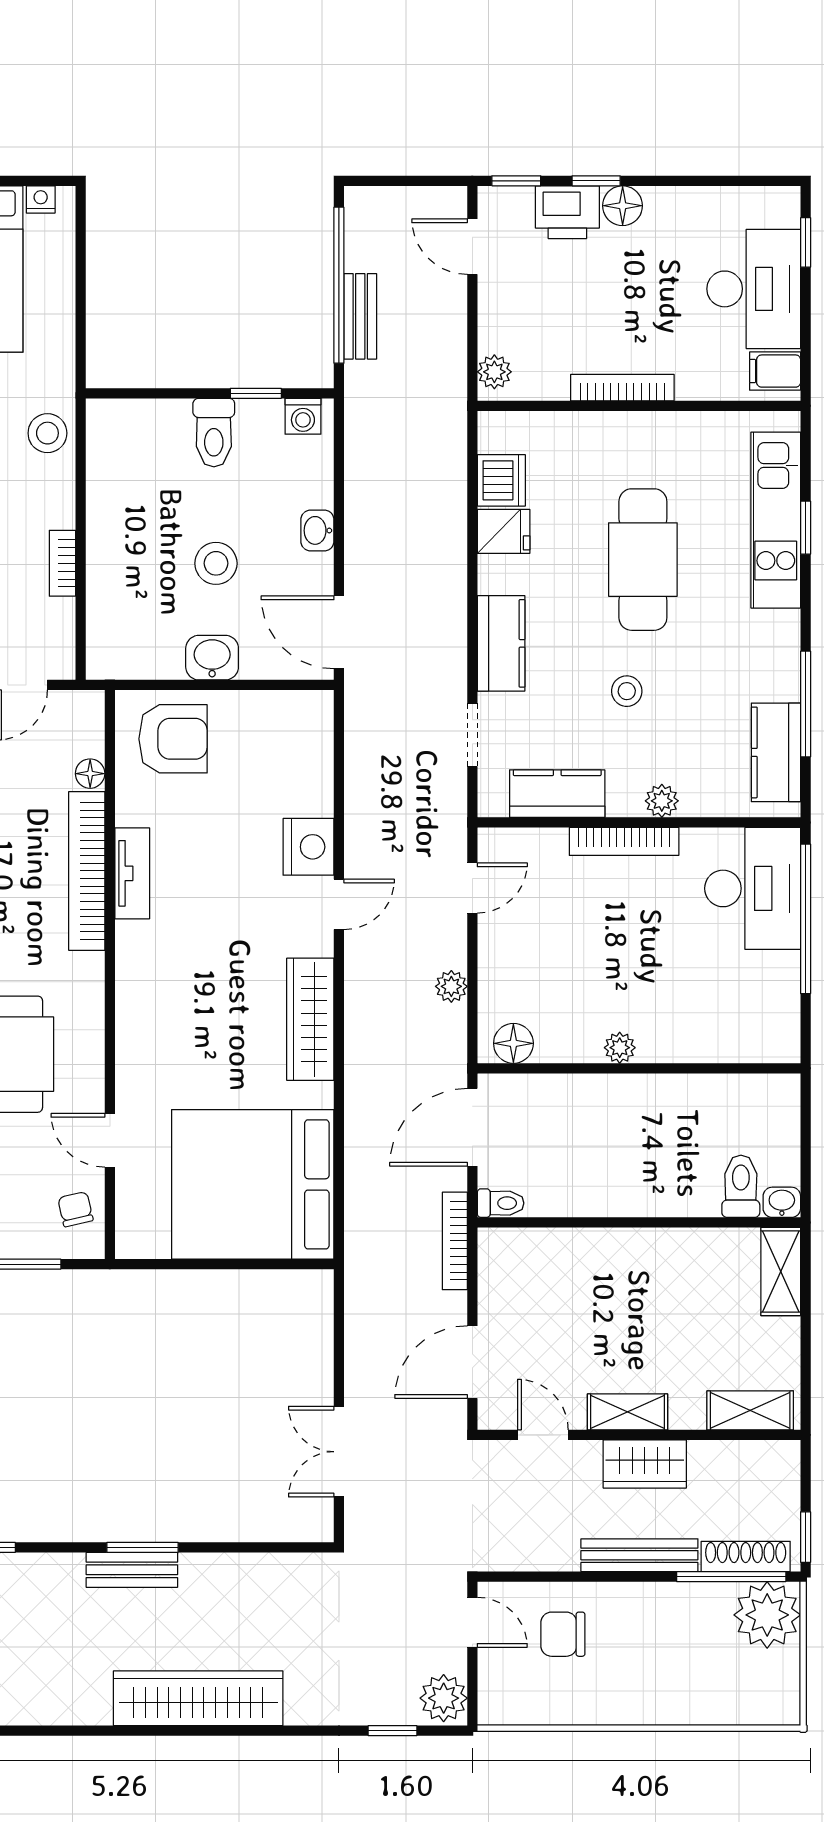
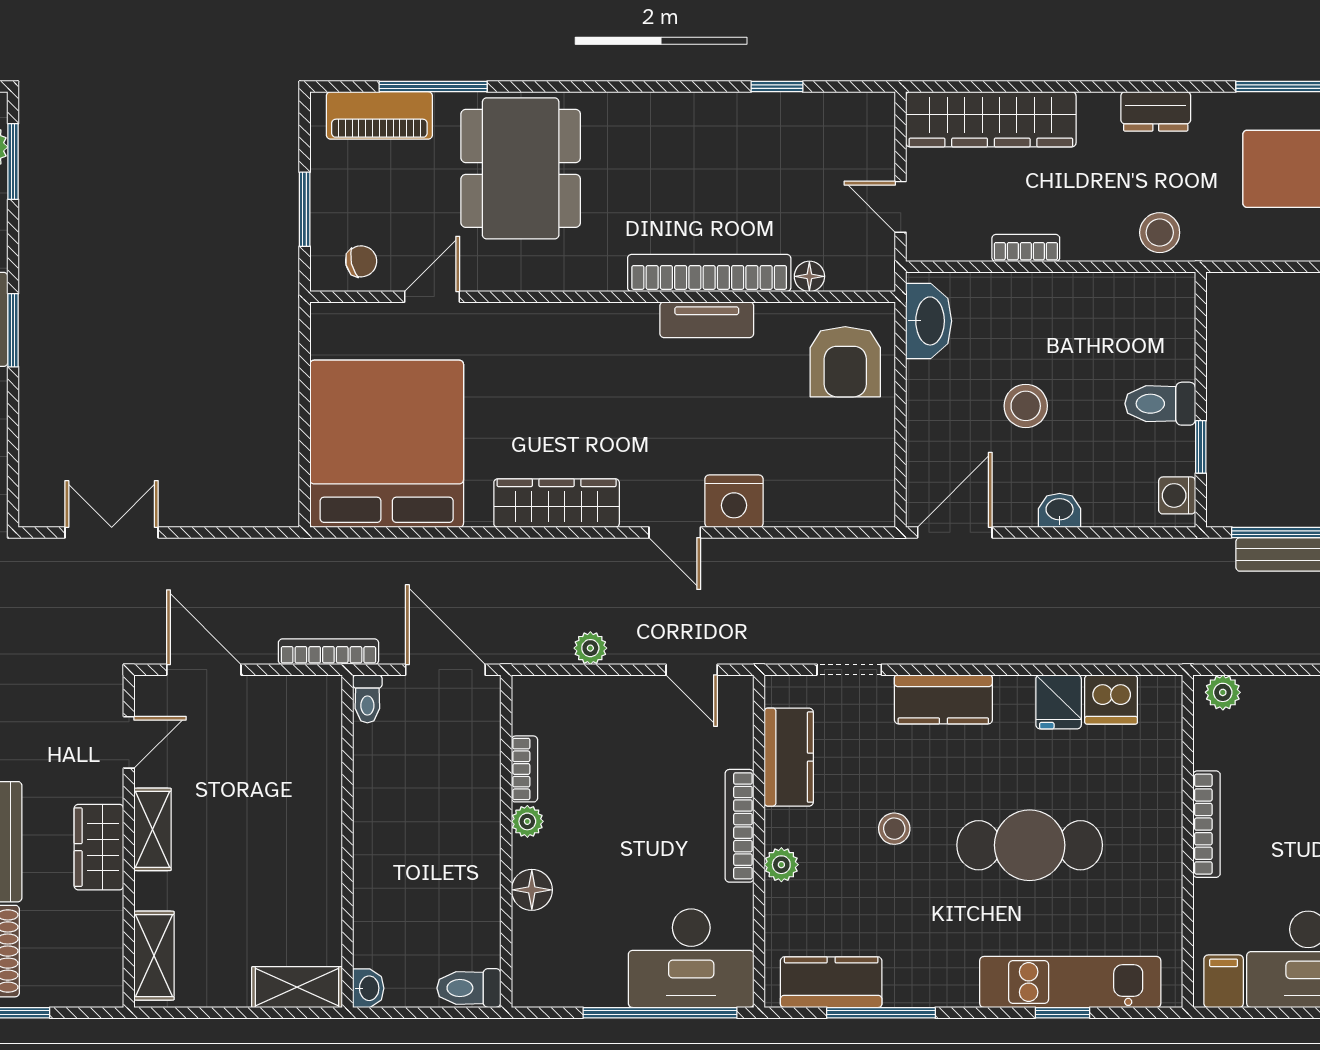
washbasin: (212, 658) -> (929, 321), moved, width x1.38
floor lamp: (513, 1043) -> (532, 890), moved
bookcase: (569, 1050) -> (524, 769), added
toilet: (741, 1186) -> (469, 988), moved, turned 180

